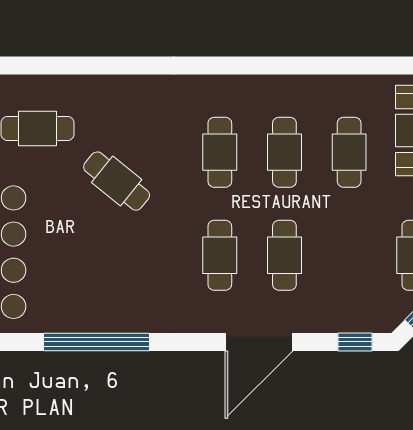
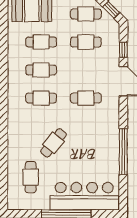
cafe table: (284, 255) -> (86, 42), moved
window: (355, 342) -> (123, 50), moved

